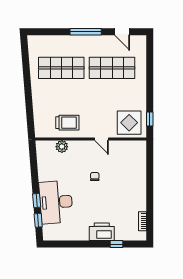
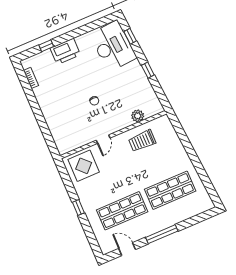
window: (150, 119) -> (78, 208), moved
door: (102, 139) -> (103, 139), swing flipped
window: (37, 201) -> (148, 70), moved
desk: (56, 202) -> (113, 46), moved

